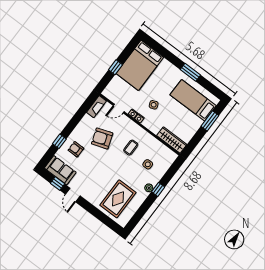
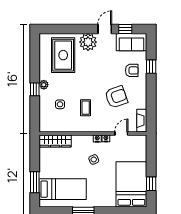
window: (115, 67) -> (151, 184), moved
door: (73, 195) -> (105, 29), hinge flipped
plant: (92, 195) -> (88, 42), added

